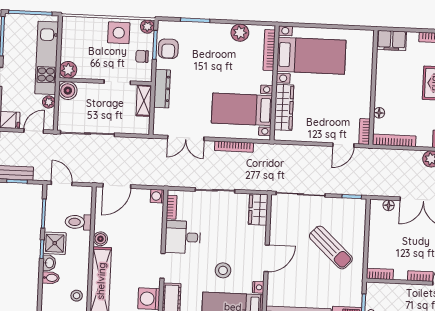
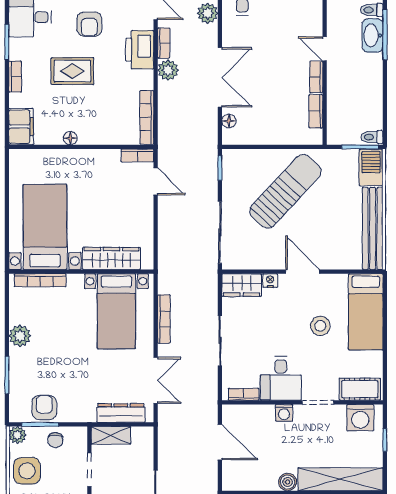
plant: (240, 33) -> (20, 336), moved
armchair: (168, 49) -> (44, 407), turned -90
dresser: (162, 89) -> (121, 413), moved
floor lamp: (379, 113) -> (70, 138), moved
door: (117, 186) -> (220, 442), moved
washing machine: (157, 196) -> (284, 413), moved
sun lounger: (331, 248) -> (285, 191), width x1.36, depth x1.34
bookcase: (380, 274) -> (316, 111), moved
nightstand: (258, 287) -> (270, 281), moved

